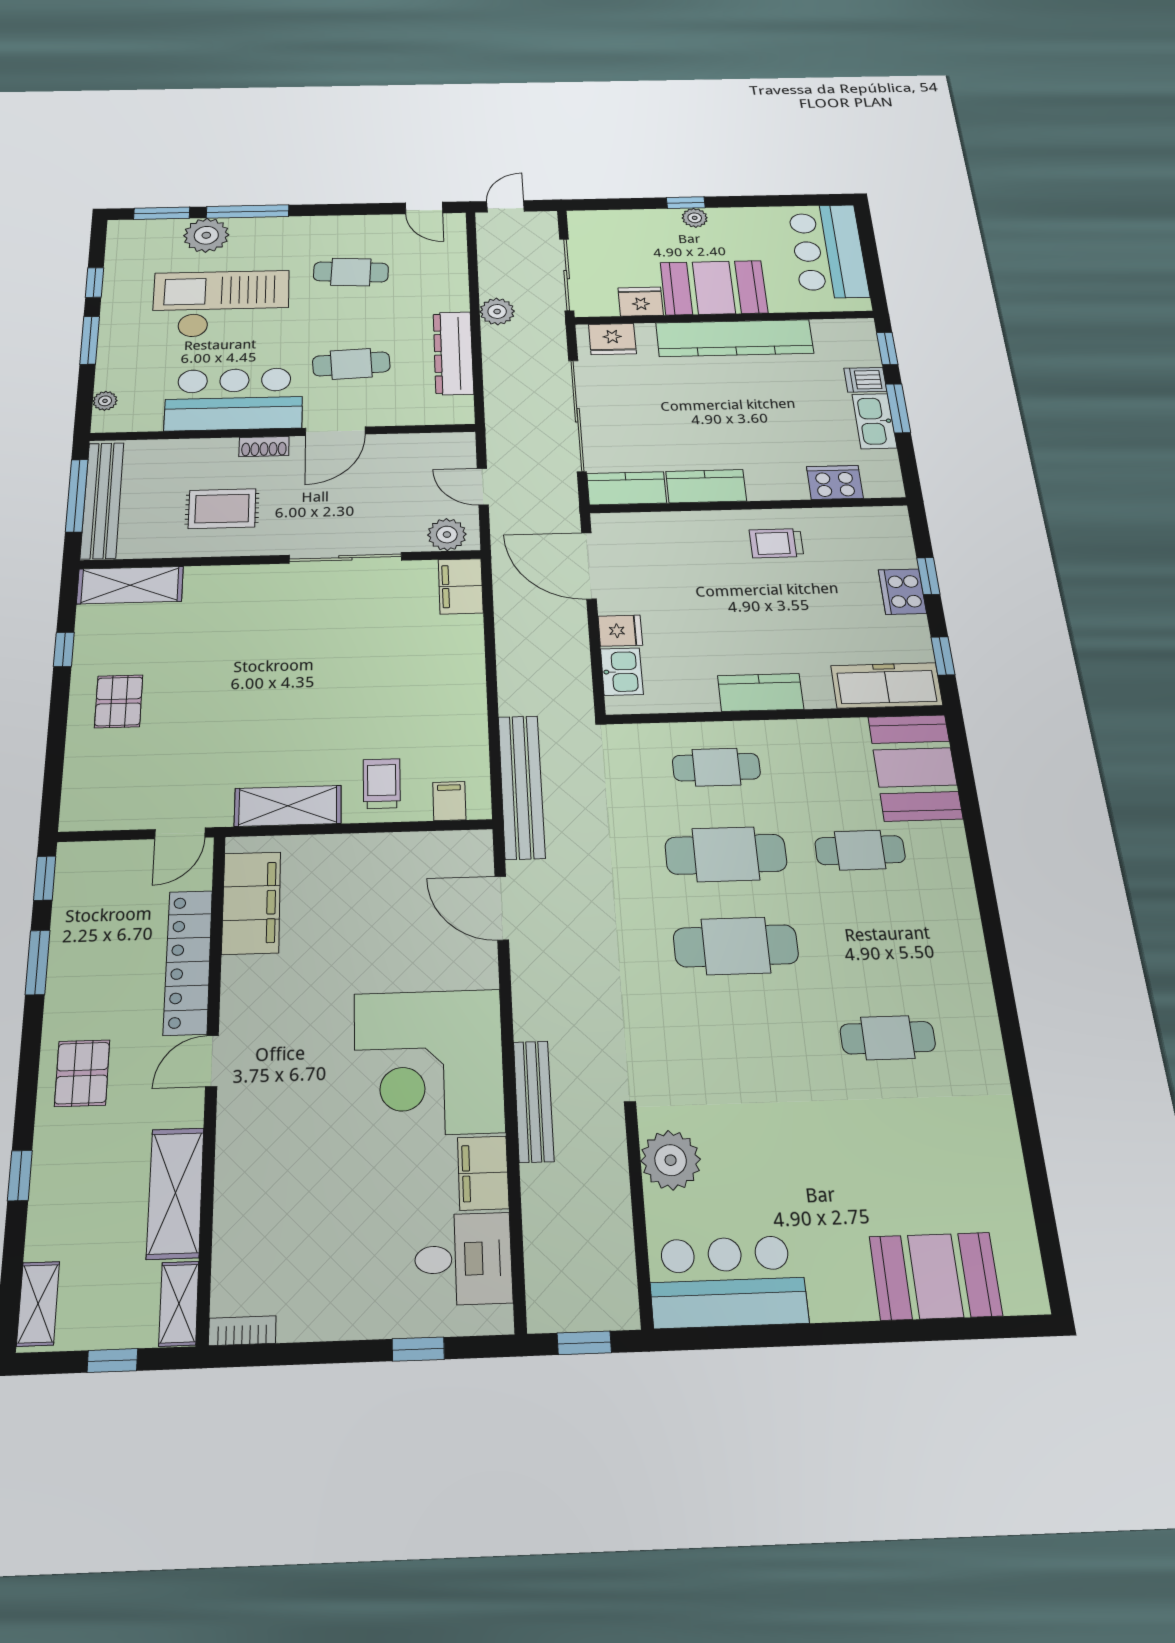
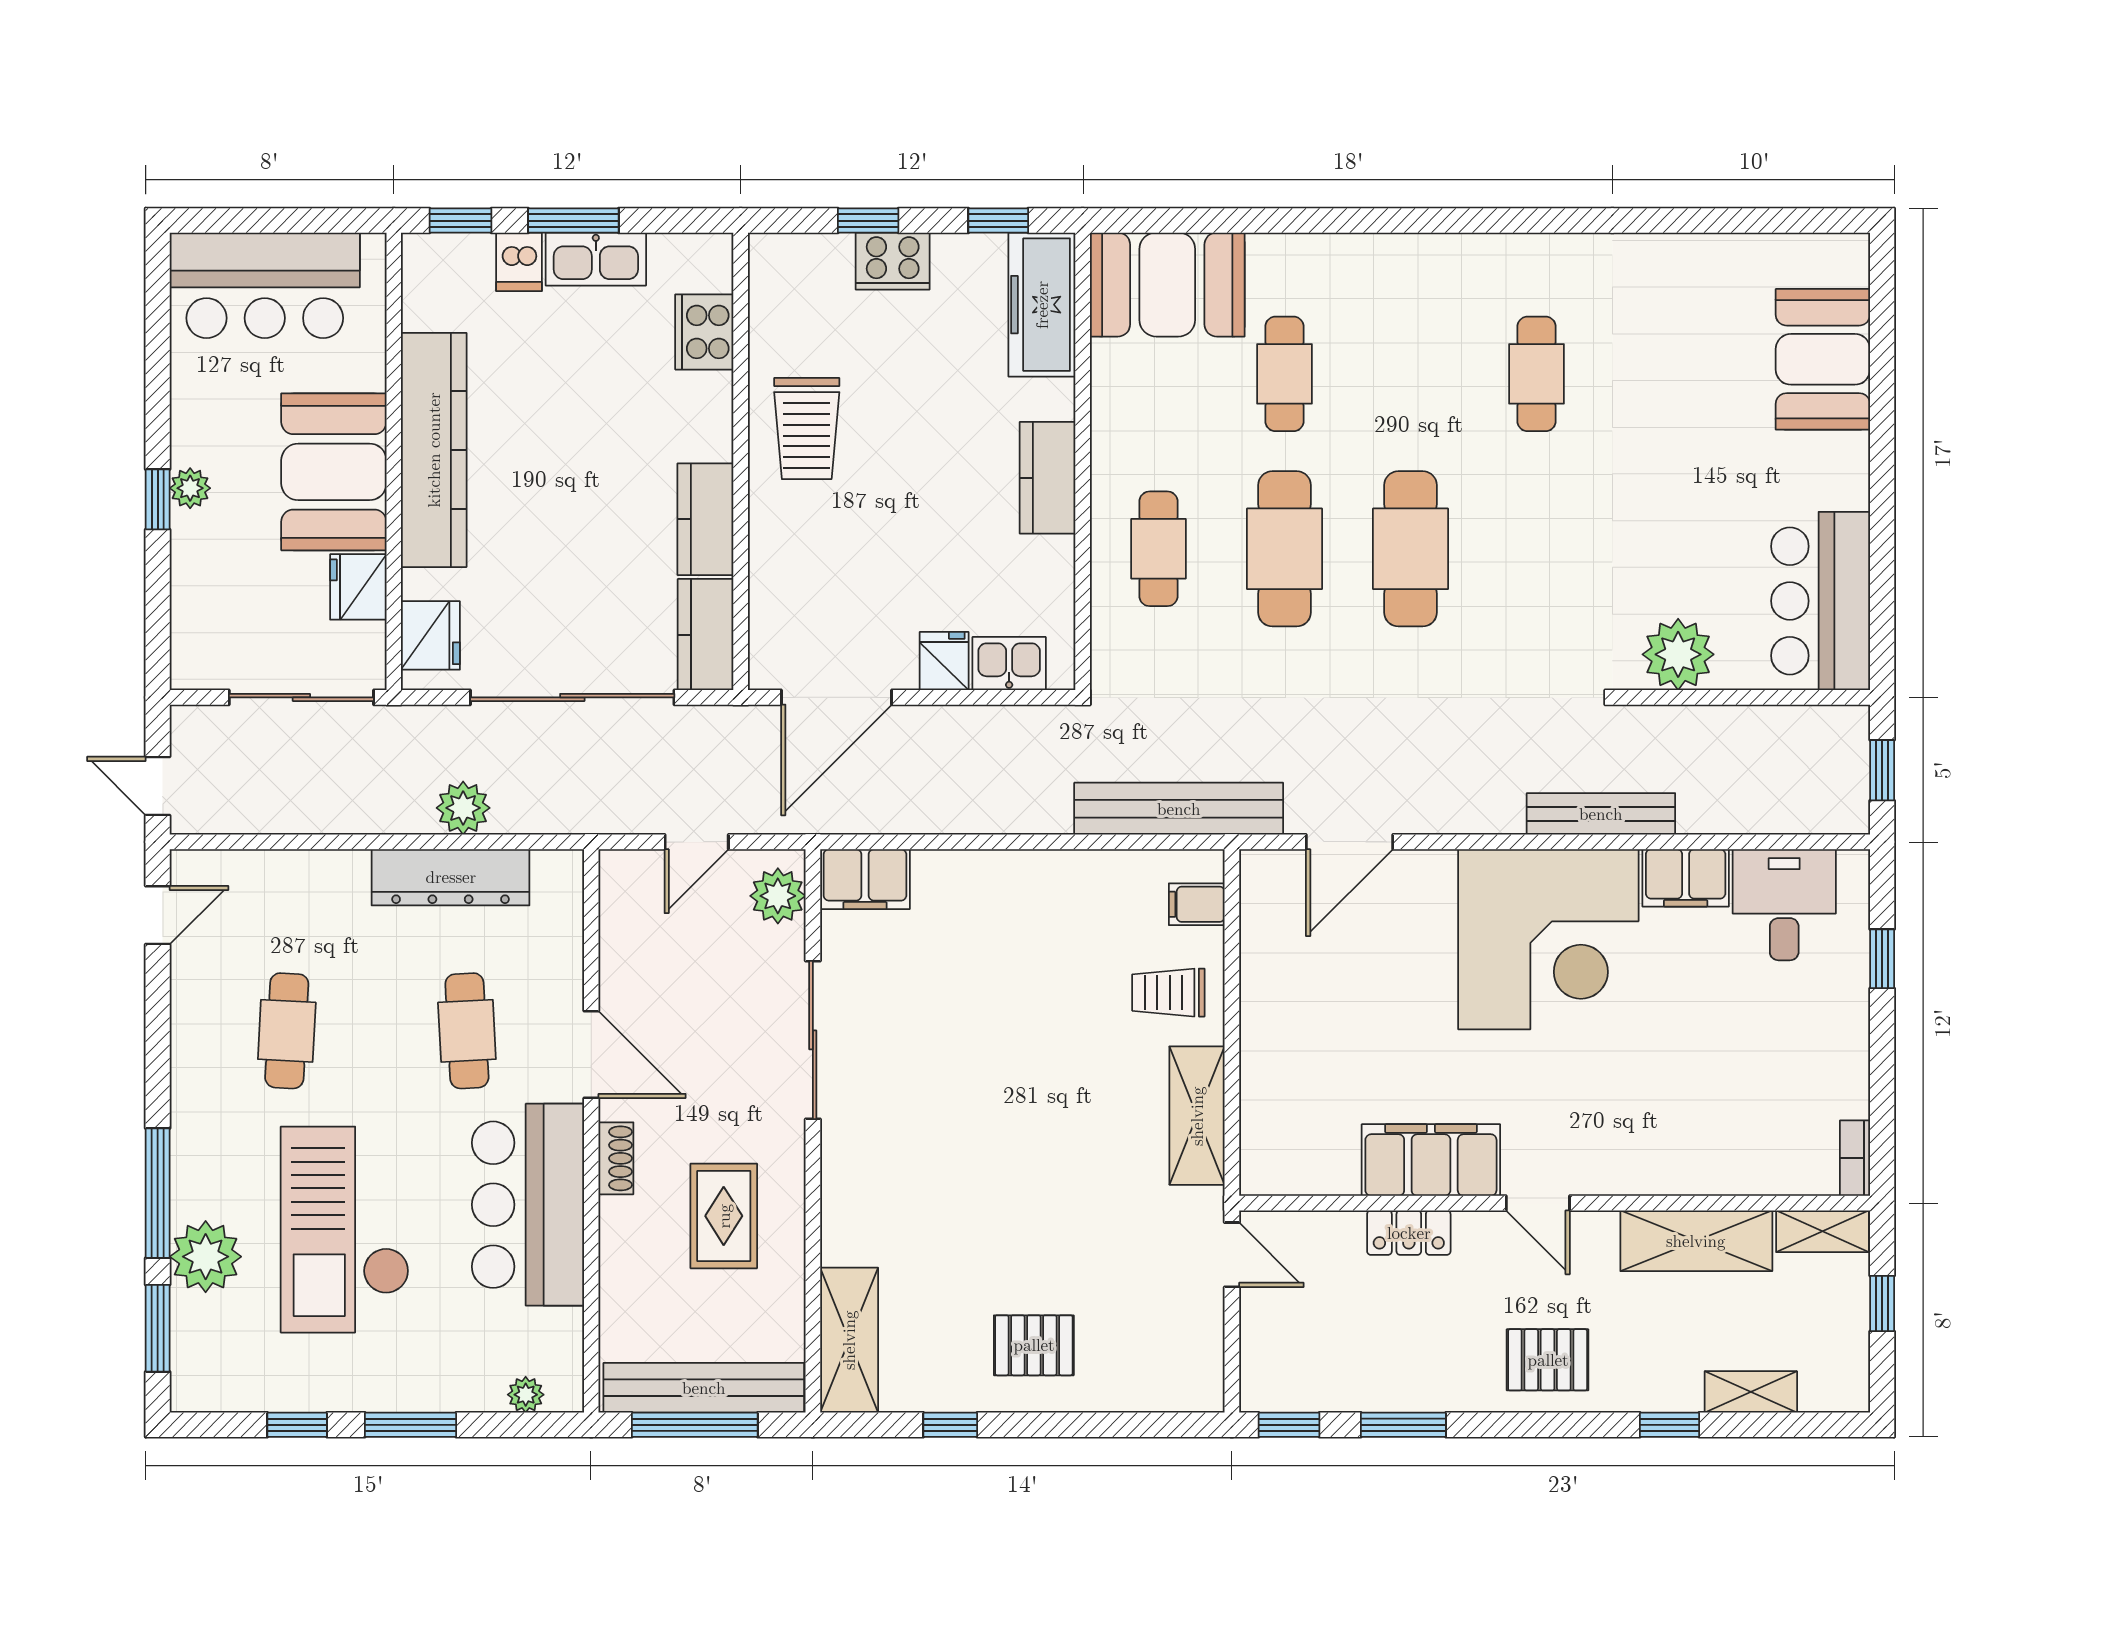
plant: (497, 311) -> (463, 808), moved
trolley: (776, 543) -> (807, 429), width x1.36, depth x1.39
filing cabinet: (251, 903) -> (1431, 1160), moved
locker: (188, 962) -> (1409, 1233), width x0.46, depth x0.83
shelving: (38, 1304) -> (1751, 1392), moved

